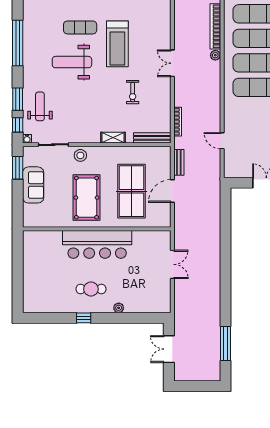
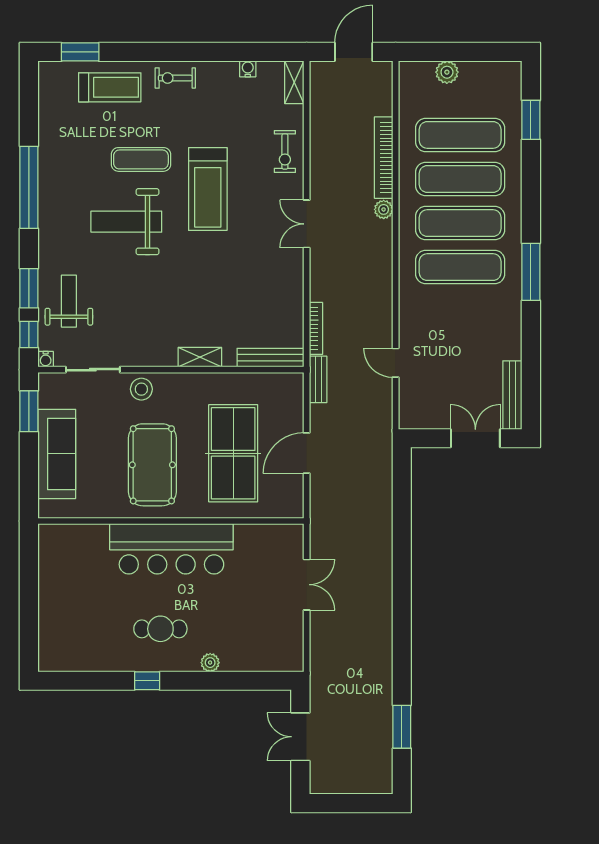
exercise bike: (133, 92) -> (285, 152), moved
bench: (179, 162) -> (318, 379), moved
sofa: (33, 185) -> (57, 454), width x1.36
window: (225, 344) -> (402, 727), width x0.69

